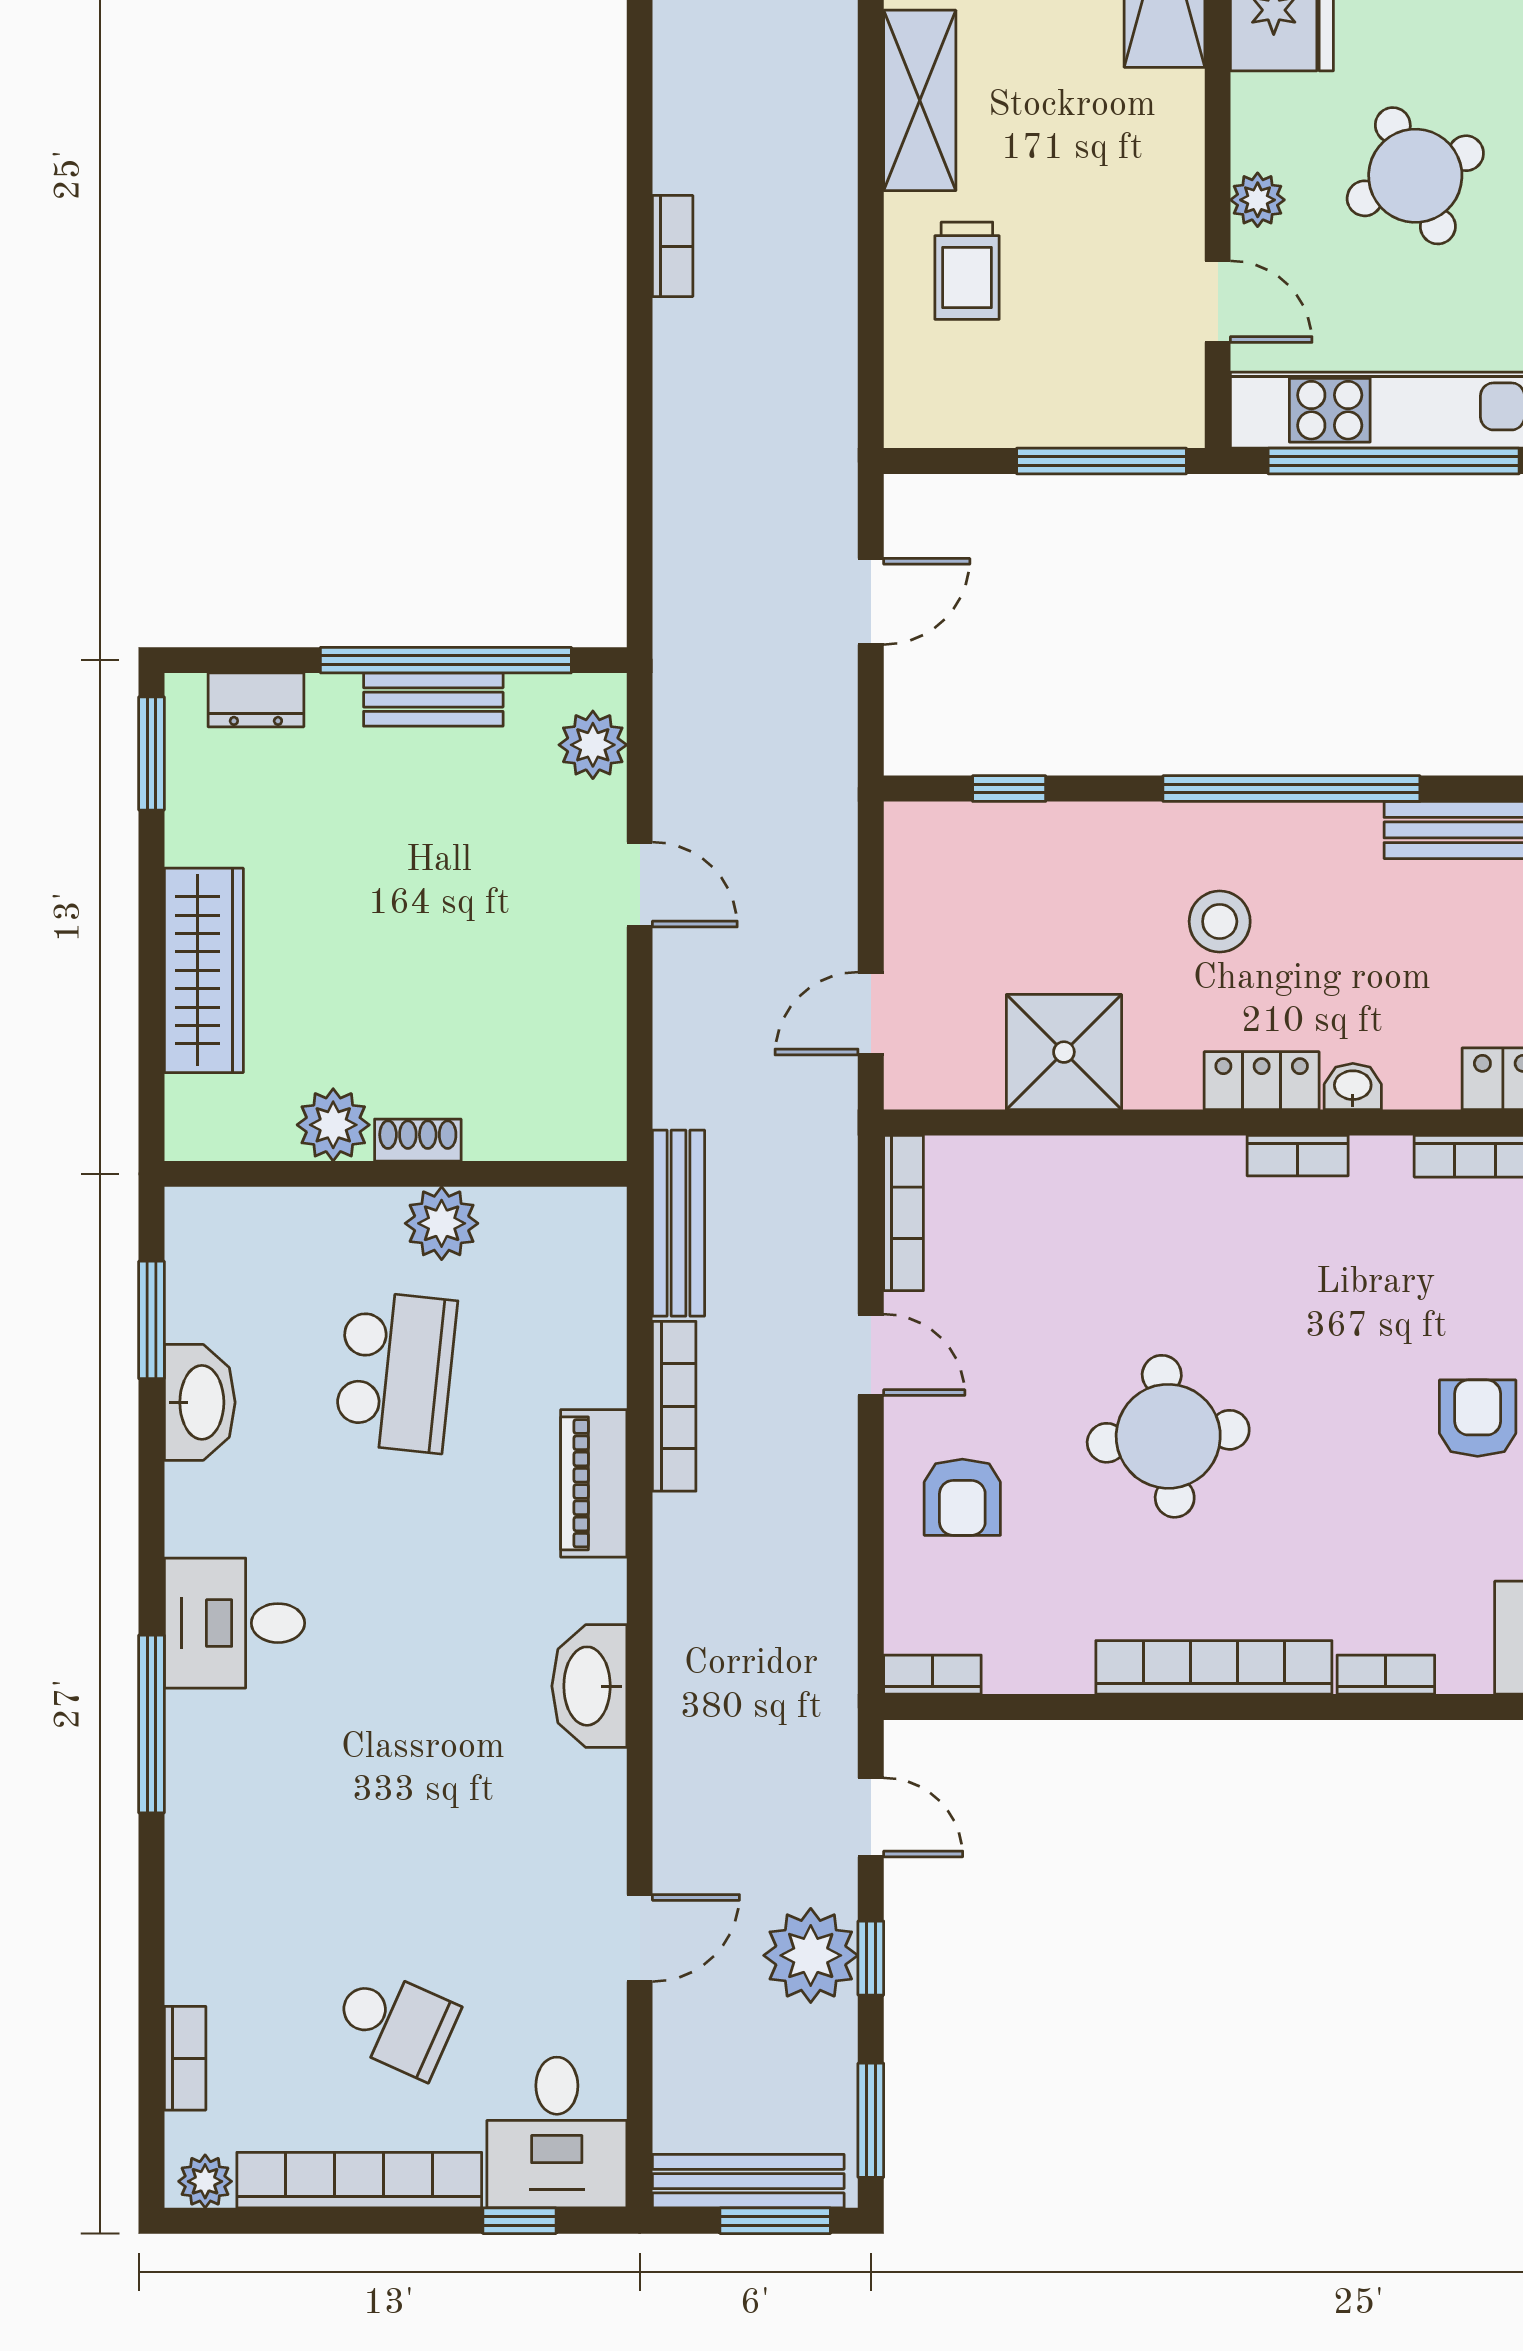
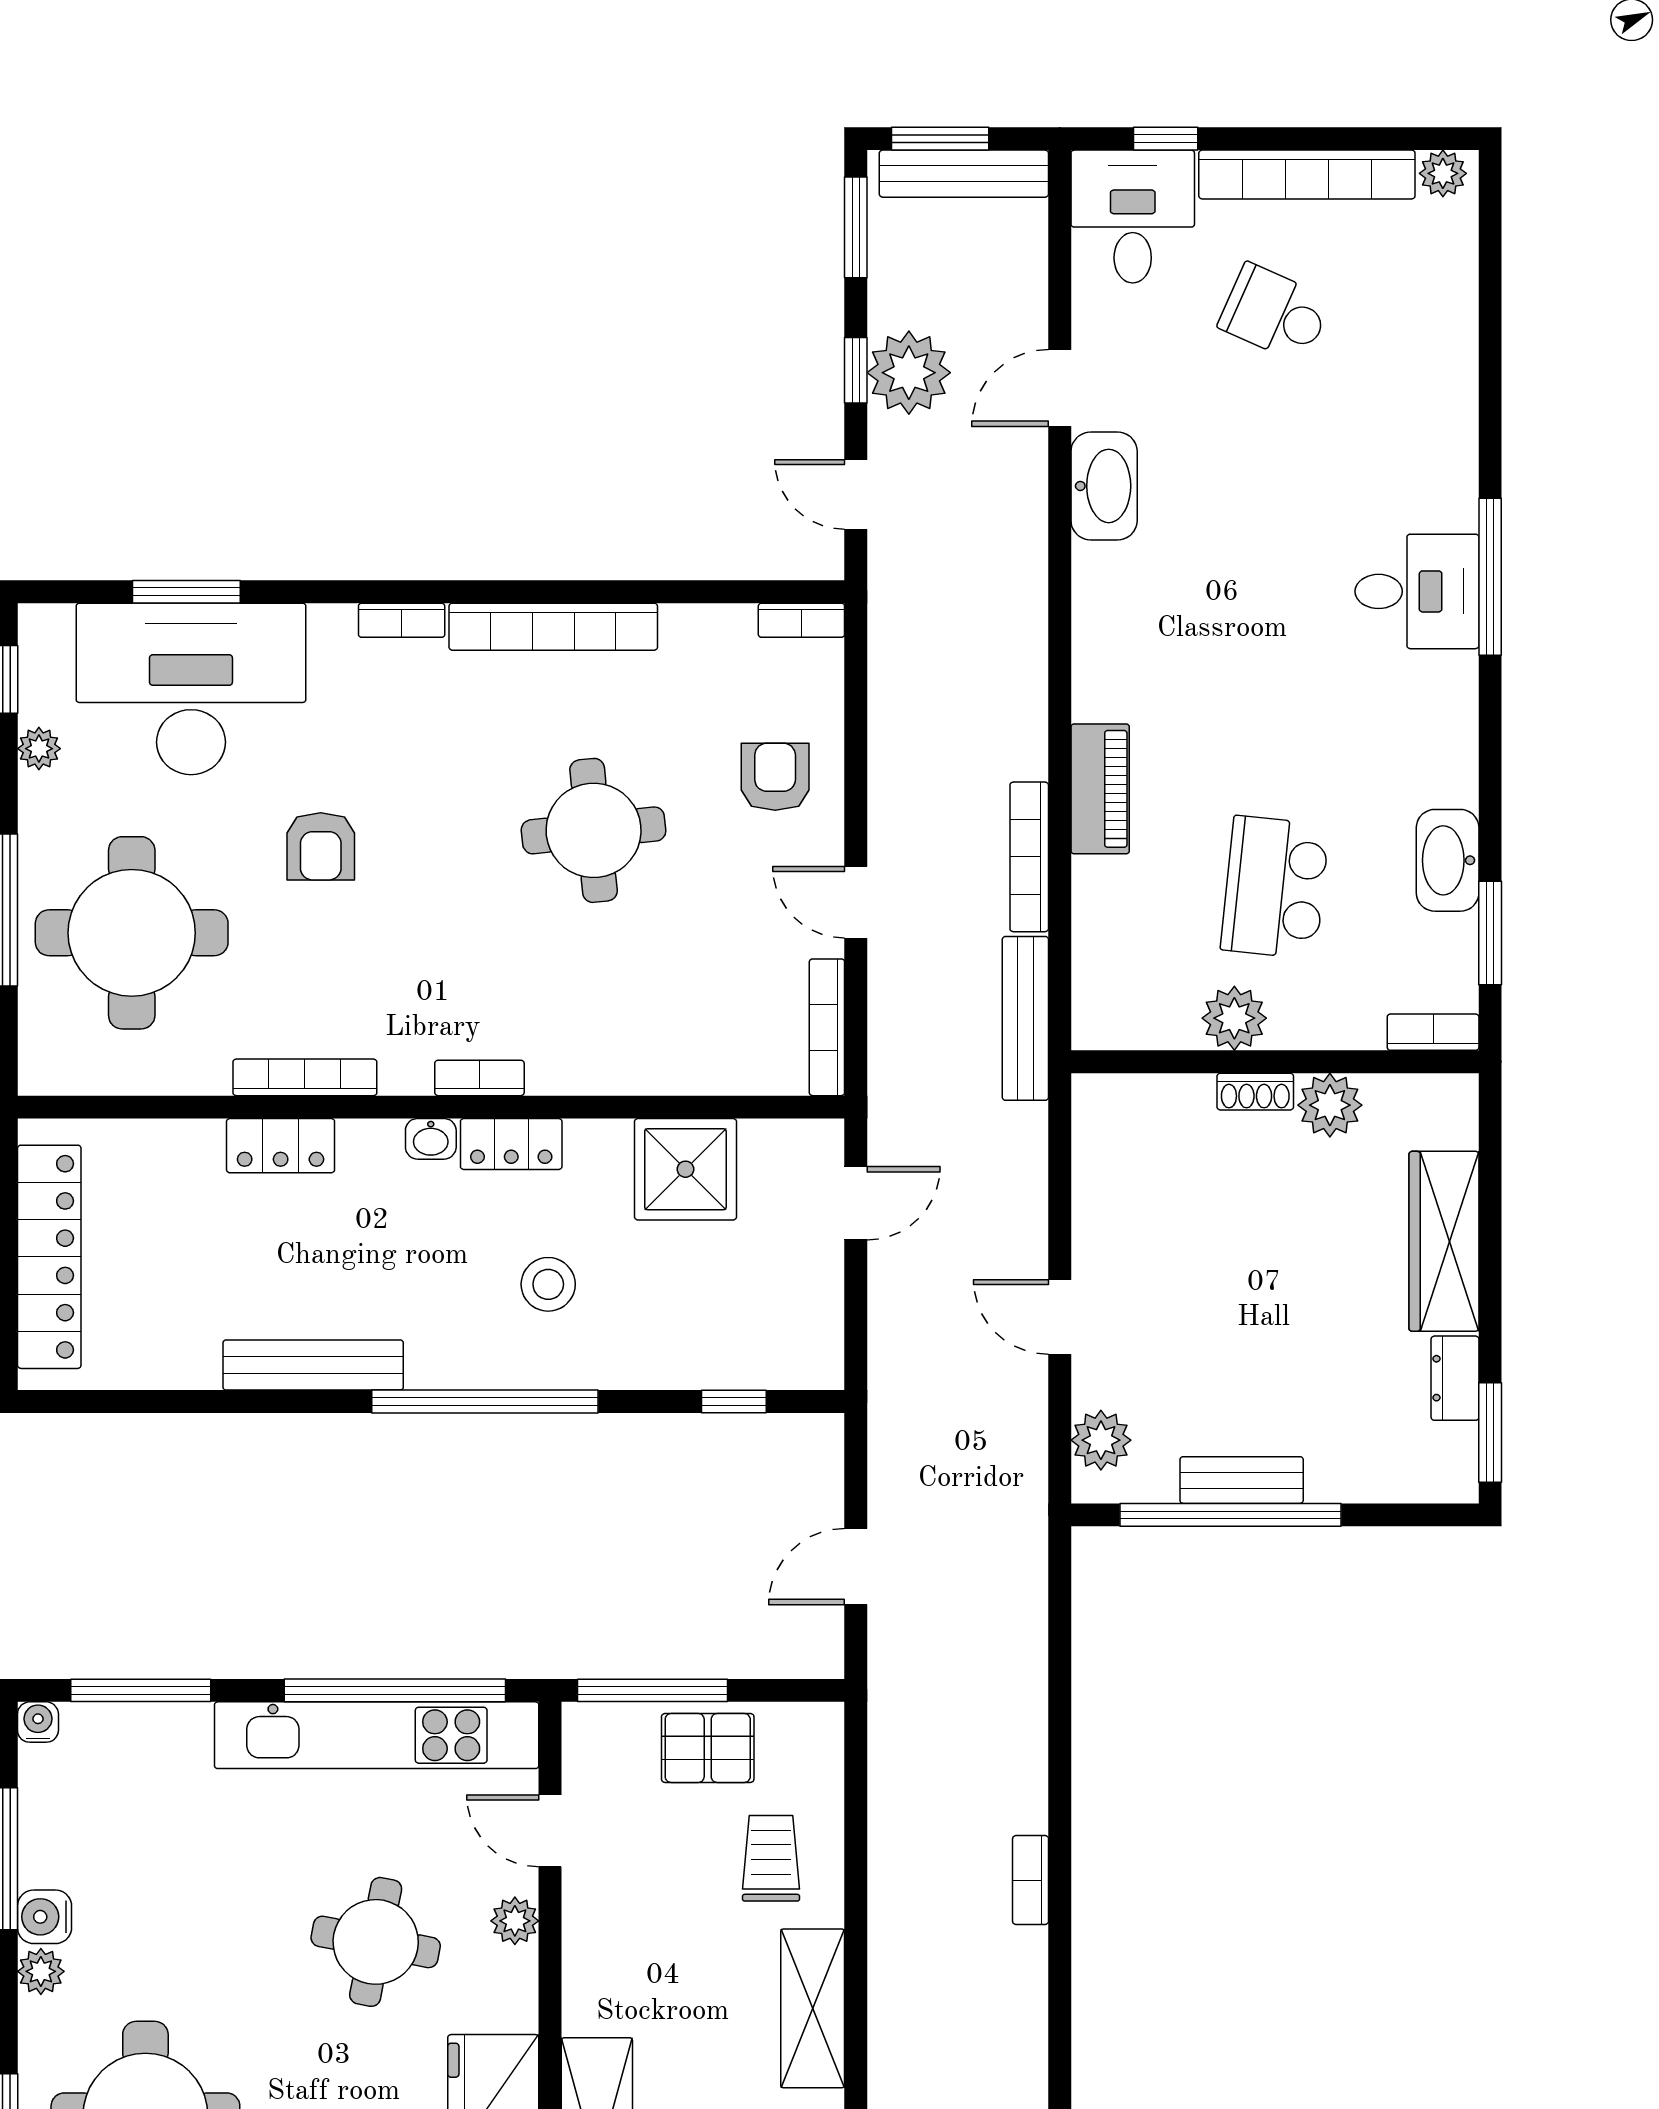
round table: (1415, 176) -> (376, 1942), turned 35
pallet: (1039, 396) -> (708, 1748), added
dresser: (256, 700) -> (1455, 1378), moved, turned -90
desk: (234, 1623) -> (1417, 591), moved
washbasin: (589, 1686) -> (1104, 486), moved
bookcase: (185, 2058) -> (1433, 1032), moved, turned 90

